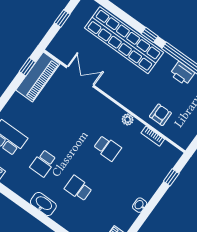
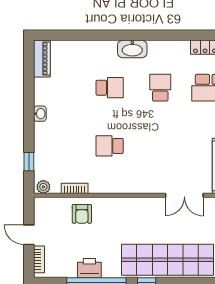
plant: (128, 119) -> (43, 187), moved

